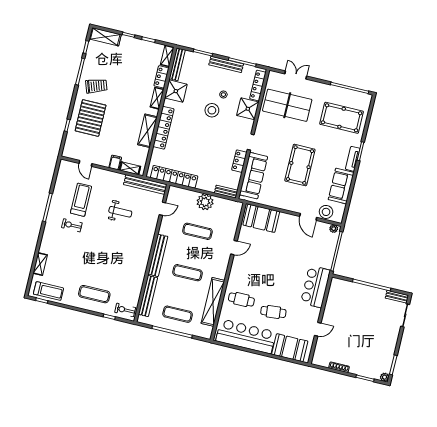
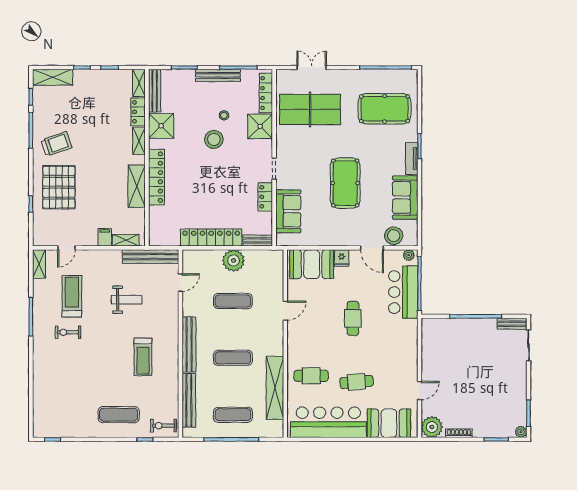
door: (85, 163) -> (66, 248), hinge flipped
sofa: (253, 176) -> (288, 211), width x0.73
locker: (174, 177) -> (211, 238), moved
fridge: (284, 219) -> (342, 258), added
shelving: (40, 264) -> (39, 264), moved
cafe table: (282, 265) -> (353, 318), added
bar counter: (315, 287) -> (403, 292), moved
treadmill: (49, 291) -> (143, 357), moved, turned 90
plant: (320, 358) -> (432, 427), added

